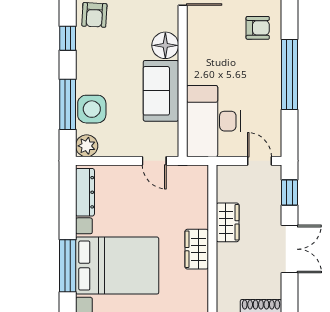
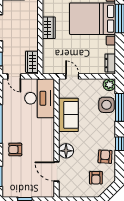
floor lamp: (165, 45) -> (66, 151), moved
dresser: (85, 192) -> (110, 63), width x0.70
wardrobe: (228, 222) -> (32, 62), moved

